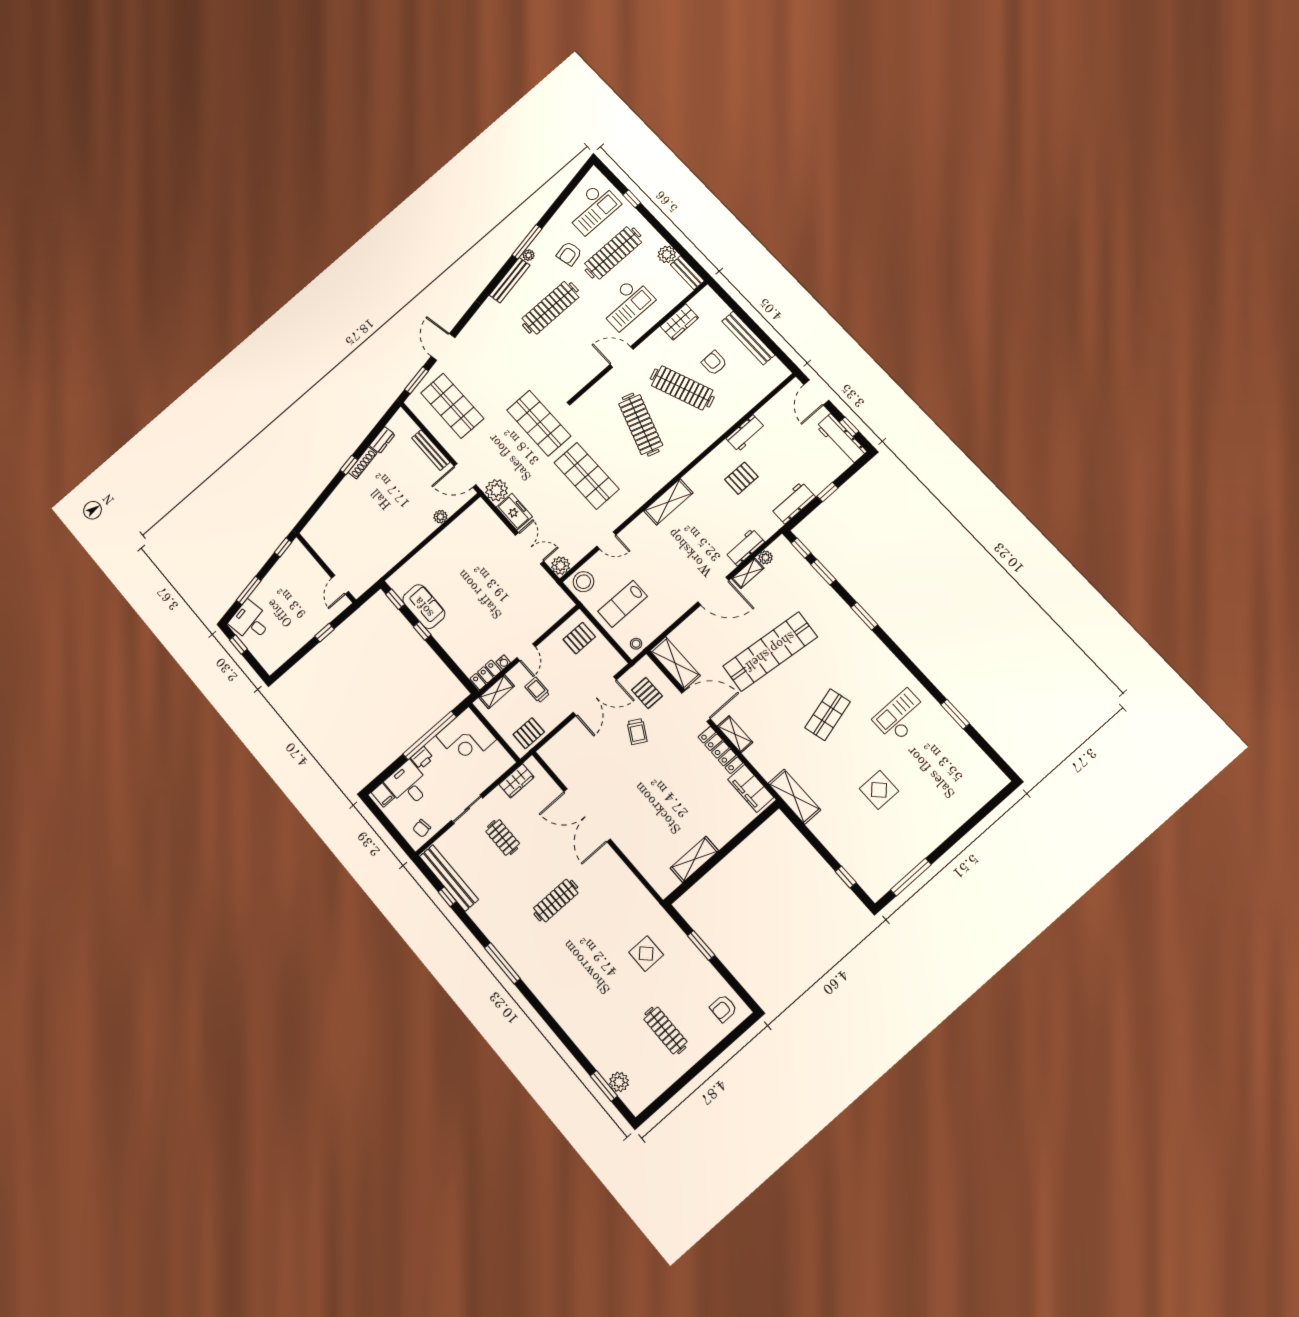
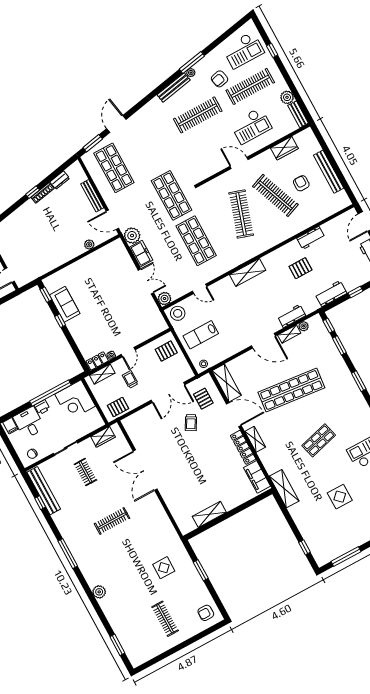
plant: (619, 1082) -> (99, 592), moved

